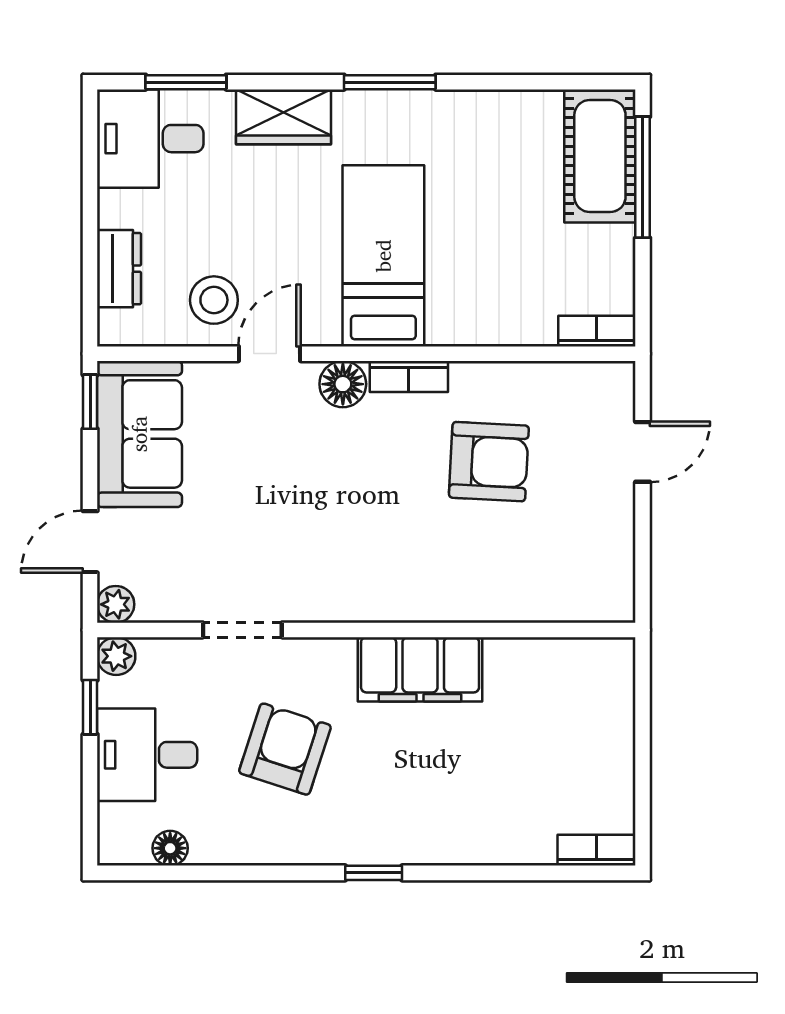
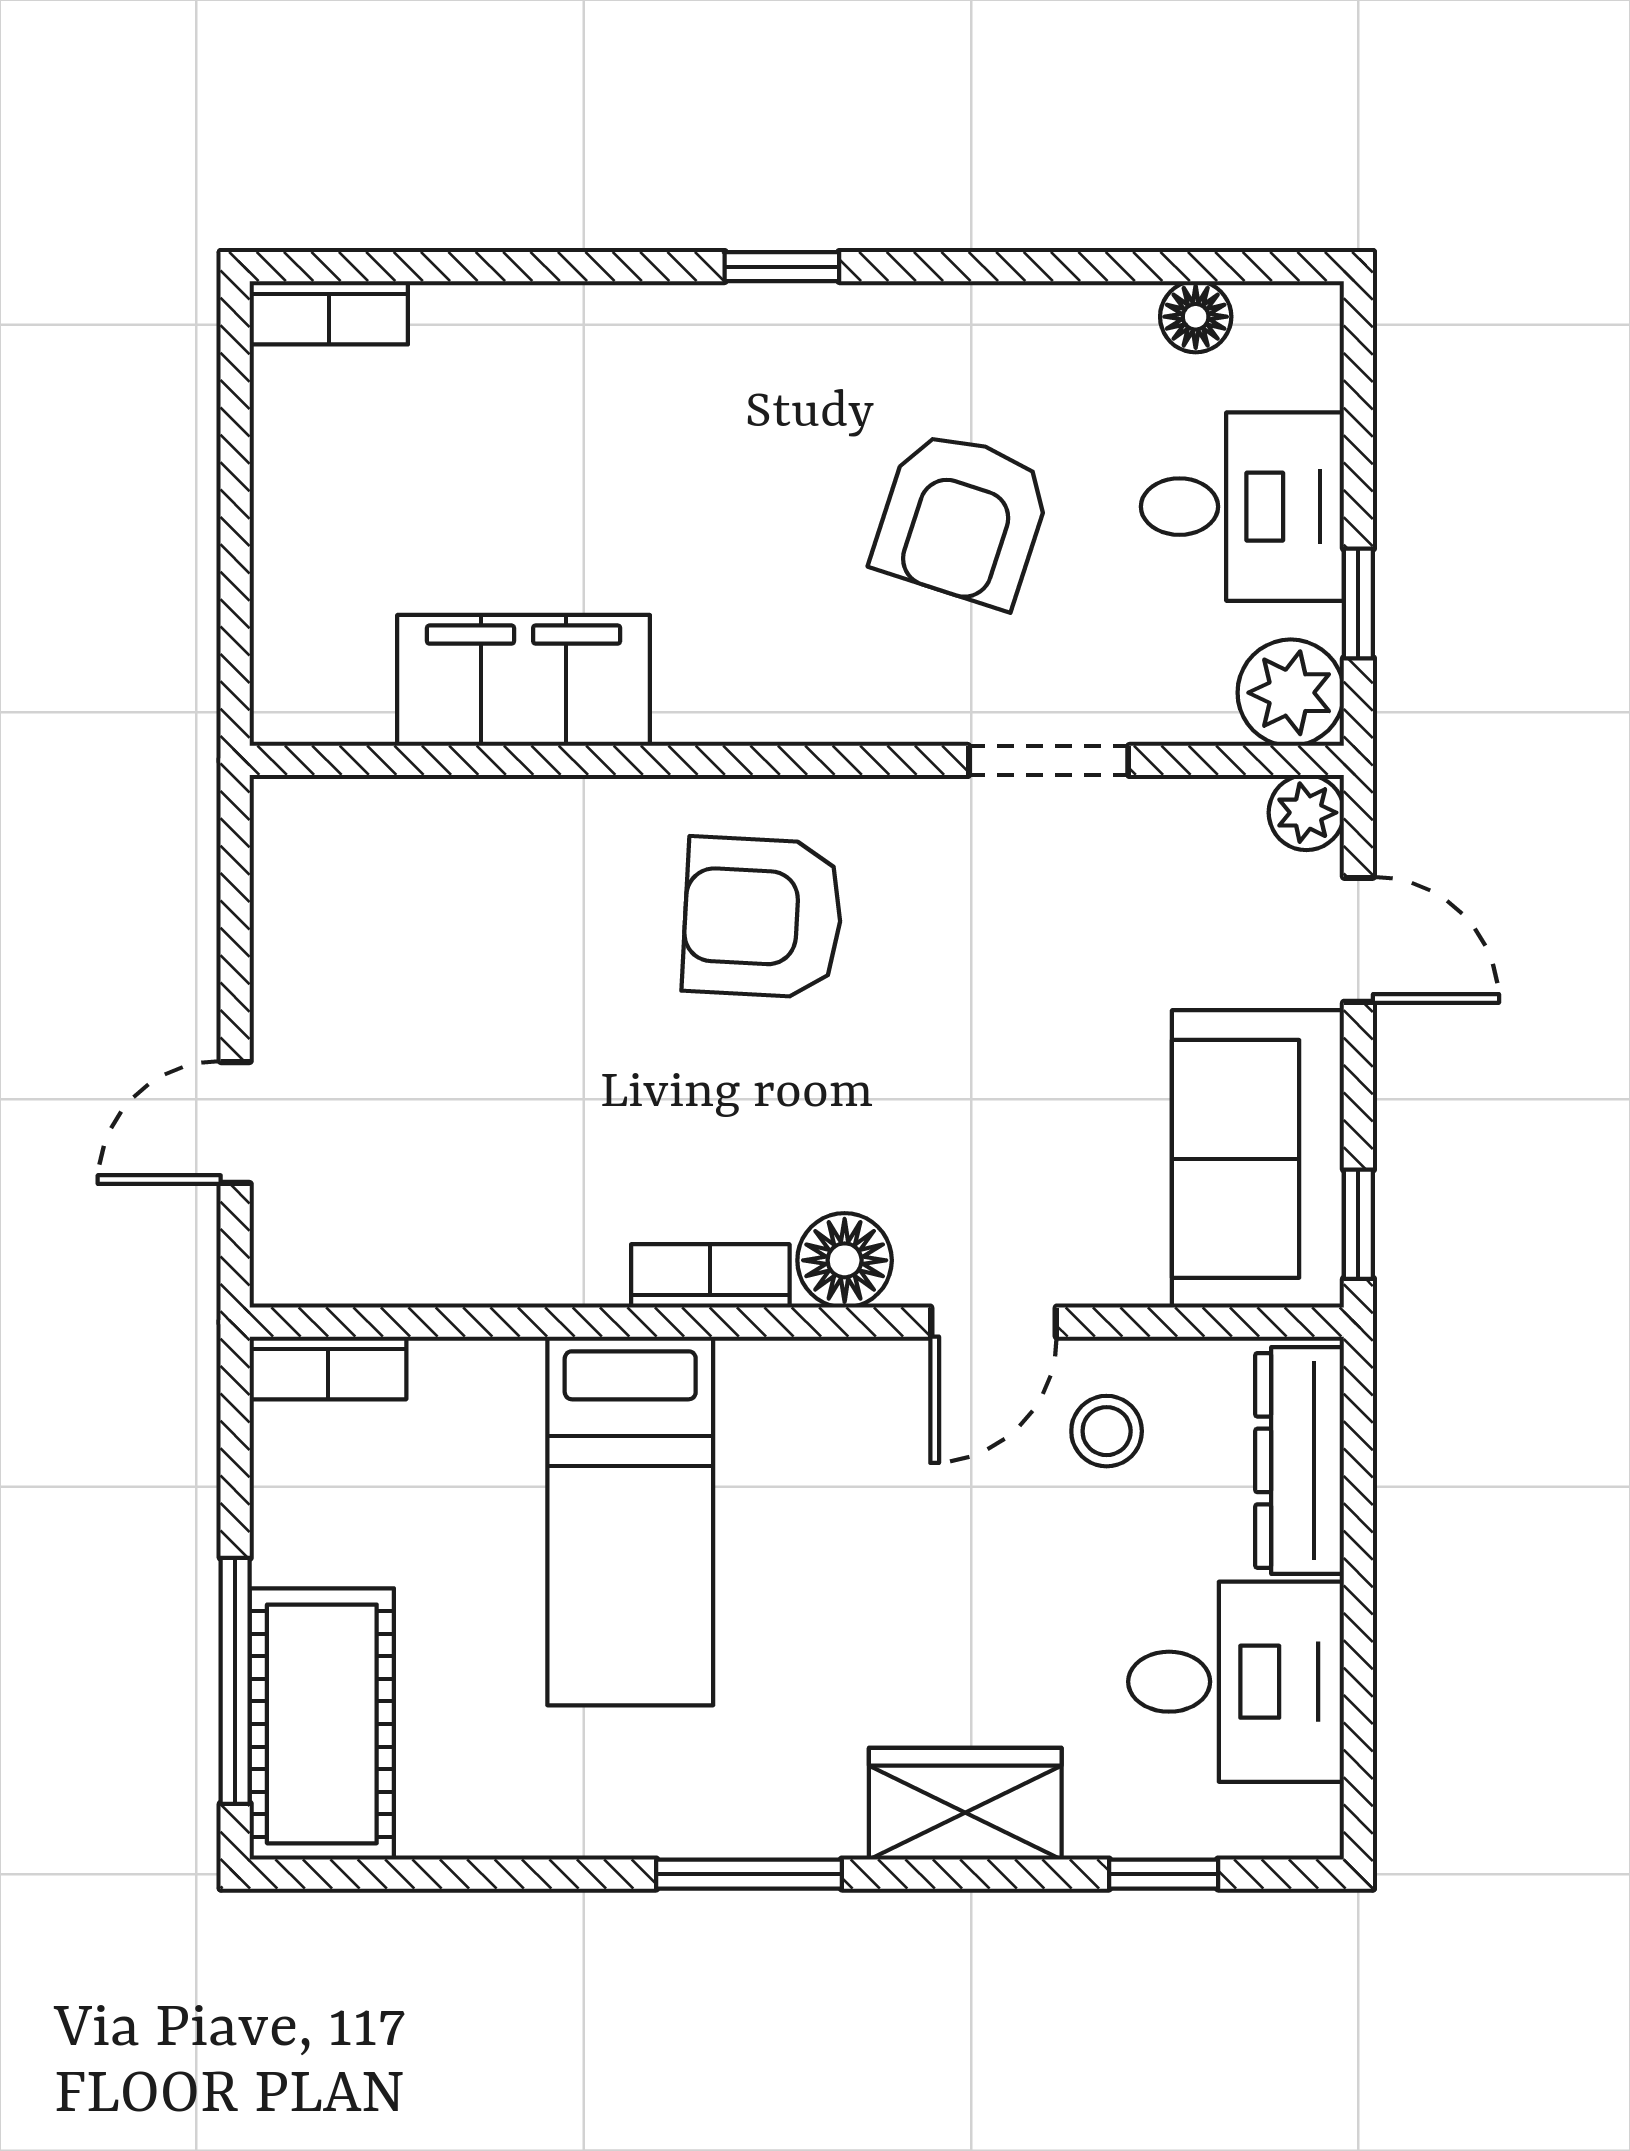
window: (186, 82) -> (1164, 1874), width x0.67
desk: (150, 139) -> (1236, 1682), moved
bed: (383, 256) -> (630, 1521), moved
dresser: (119, 269) -> (1300, 1460), width x1.44
stool: (214, 300) -> (1107, 1431), width x0.73, depth x0.73
armchair: (489, 462) -> (763, 917), moved
door: (90, 542) -> (1358, 940), hinge flipped
plant: (116, 656) -> (1291, 693), width x1.38, depth x1.38
filing cabinet: (420, 669) -> (524, 680), moved

